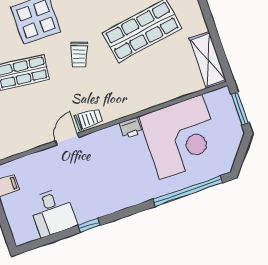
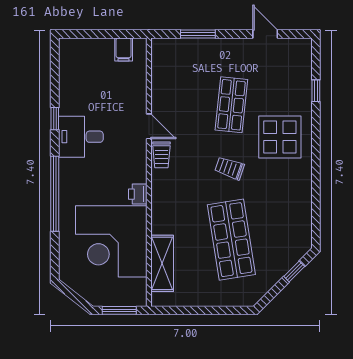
shelving: (208, 60) -> (162, 263), moved, turned 90
window: (188, 191) -> (55, 194), moved
desk: (53, 212) -> (81, 137), moved

